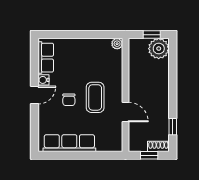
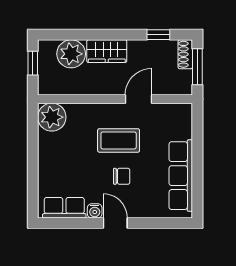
plant: (117, 44) -> (52, 117), width x1.88, depth x1.88
plant: (159, 49) -> (71, 54), moved
wardrobe: (161, 89) -> (107, 51), added
window: (149, 155) -> (197, 67), width x1.50

